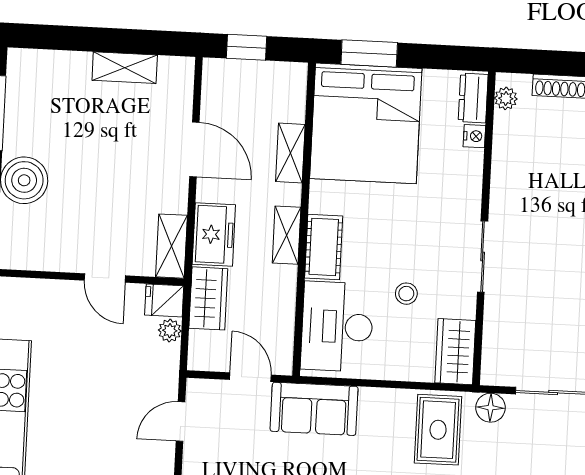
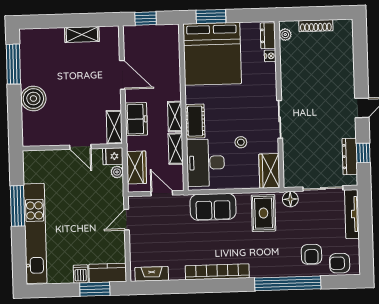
shelving: (290, 153) -> (176, 149), moved
wardrobe: (208, 298) -> (136, 167), moved
sofa: (314, 409) -> (213, 207), moved

